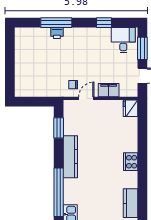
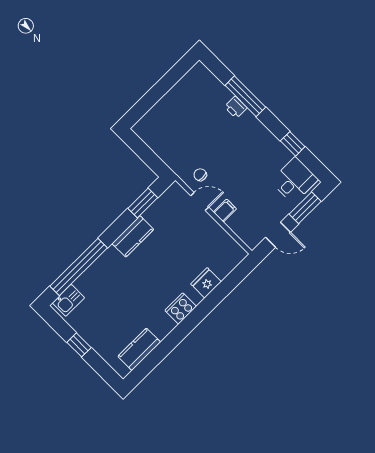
filing cabinet: (109, 90) -> (225, 210), width x0.50
fridge: (131, 108) -> (206, 283), moved
kitchen counter: (70, 157) -> (133, 236), width x0.67

